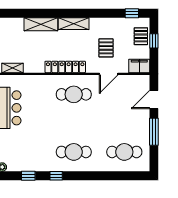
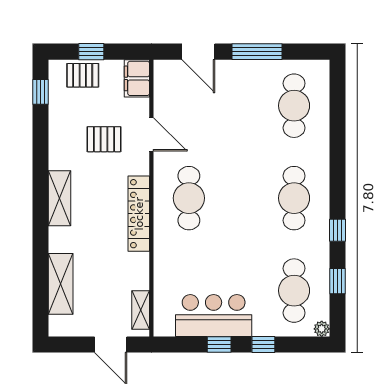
shelving: (41, 24) -> (61, 284), moved
cafe table: (23, 152) -> (294, 291), added

